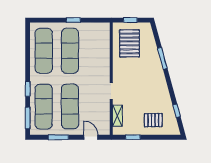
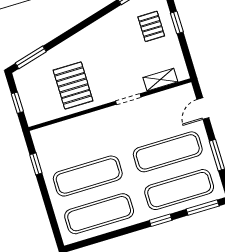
window: (73, 20) -> (36, 164), moved
pallet: (130, 43) -> (73, 86), moved, turned 90
window: (162, 58) -> (31, 57), moved
window: (133, 137) -> (177, 22), moved

